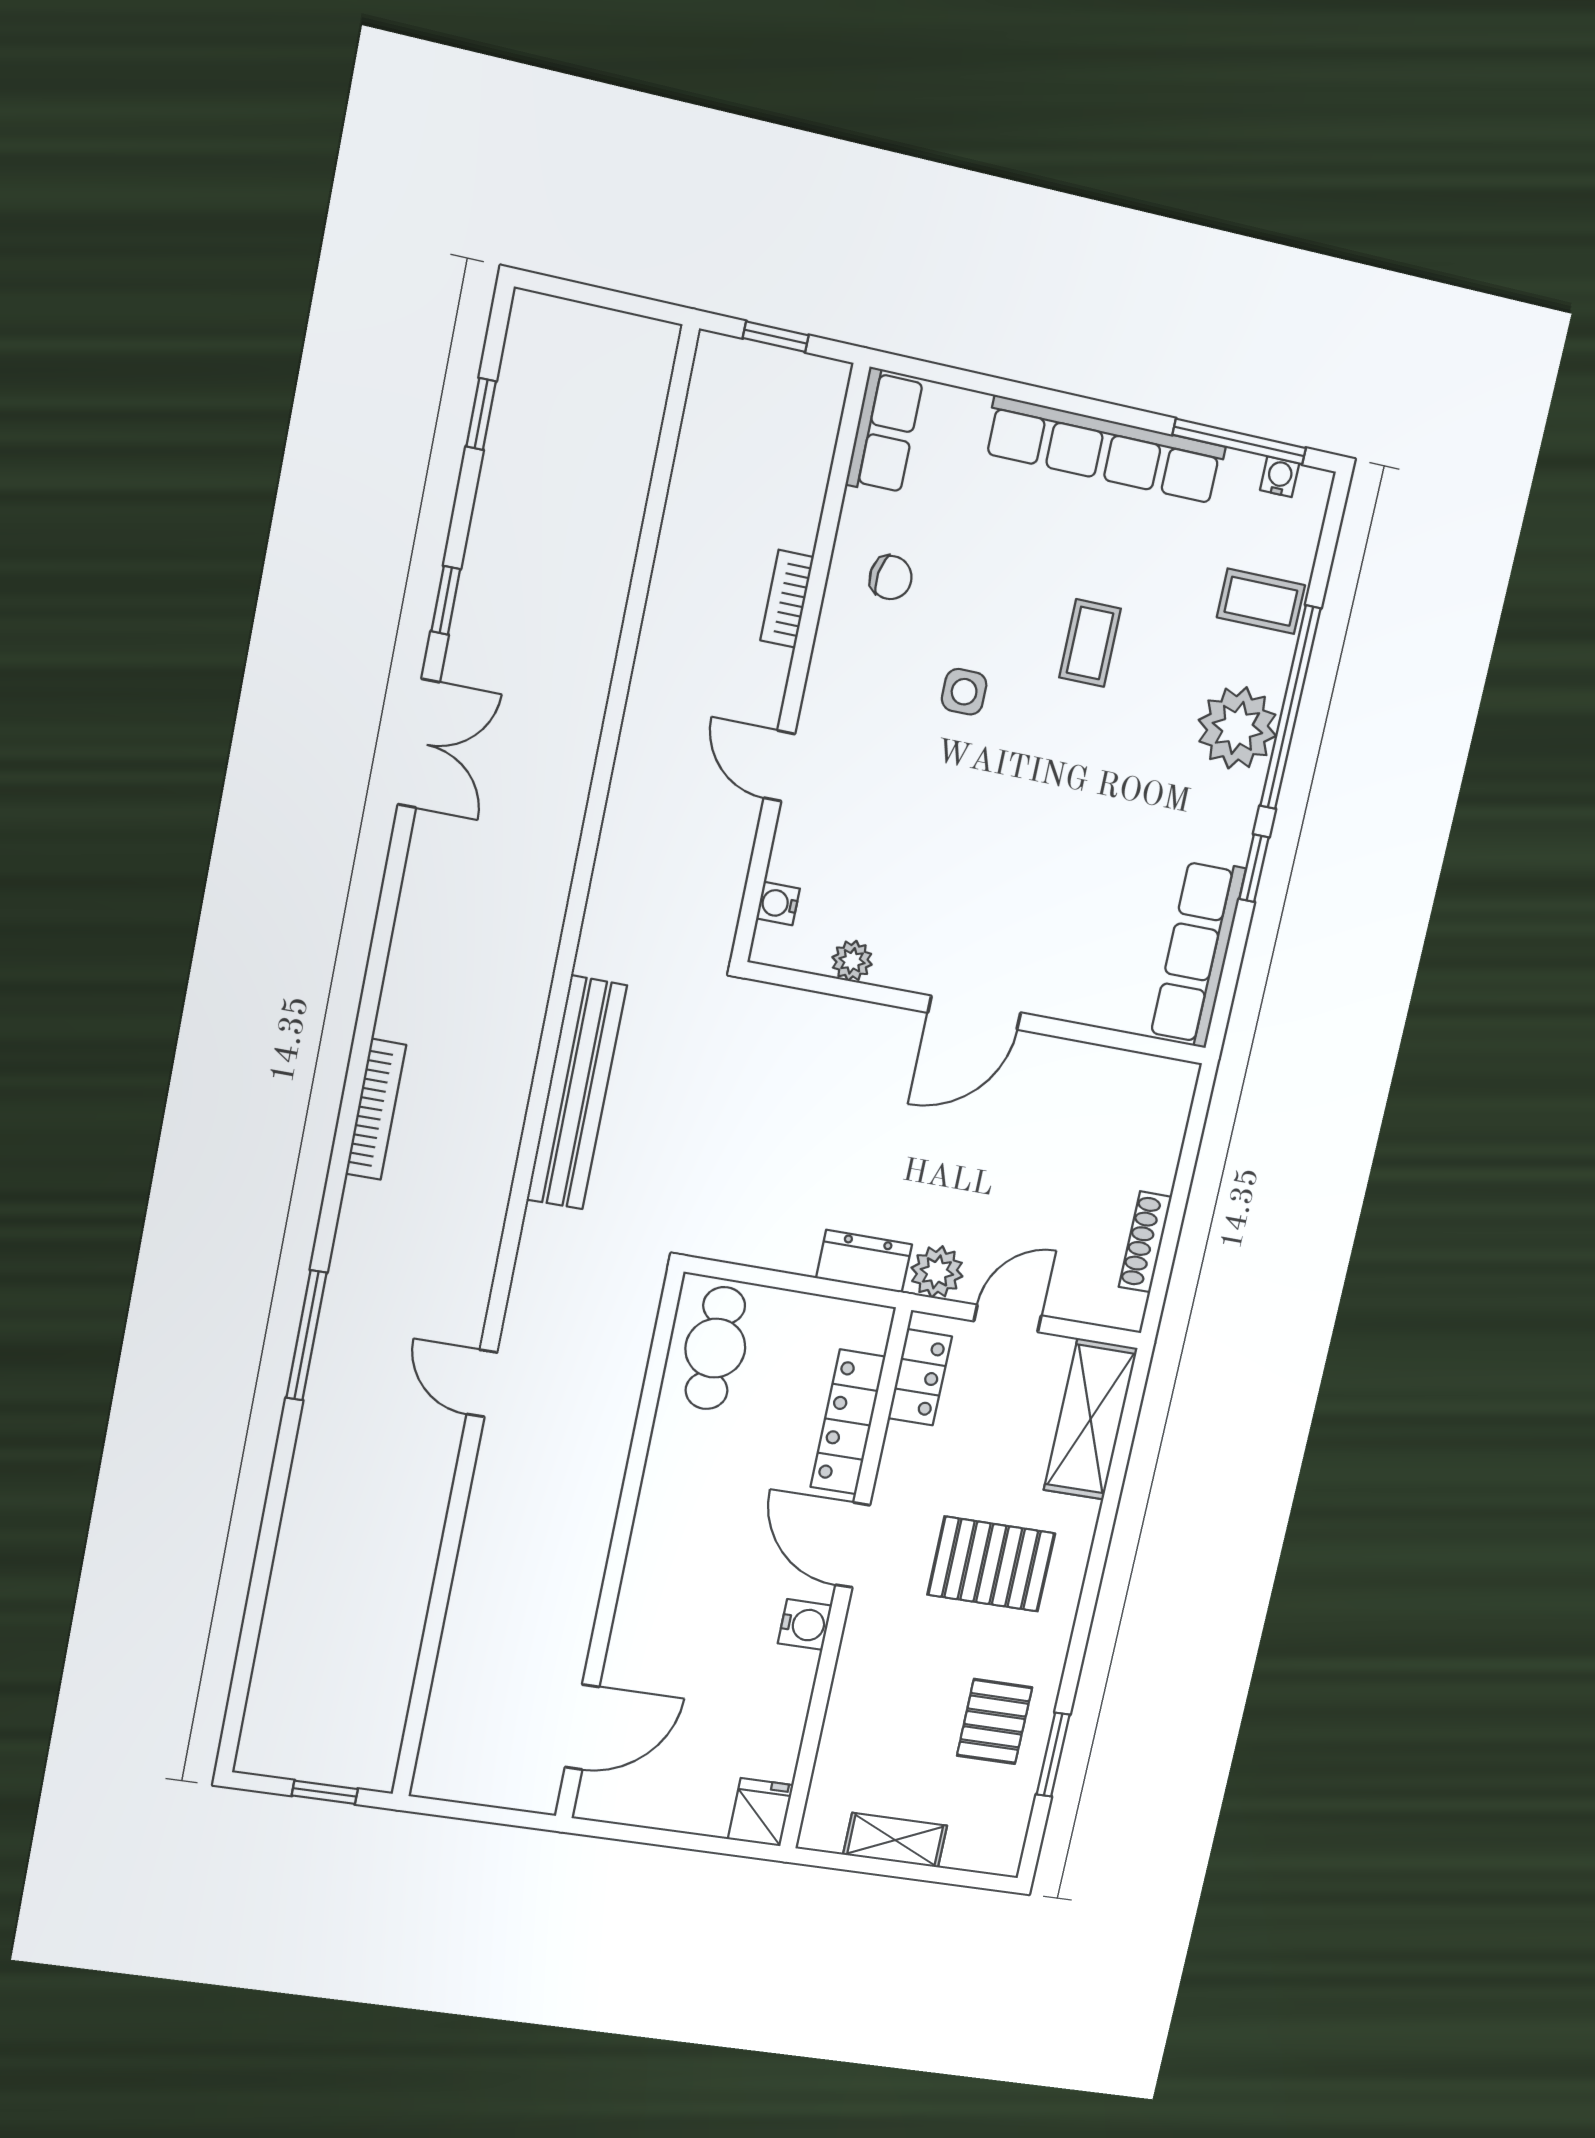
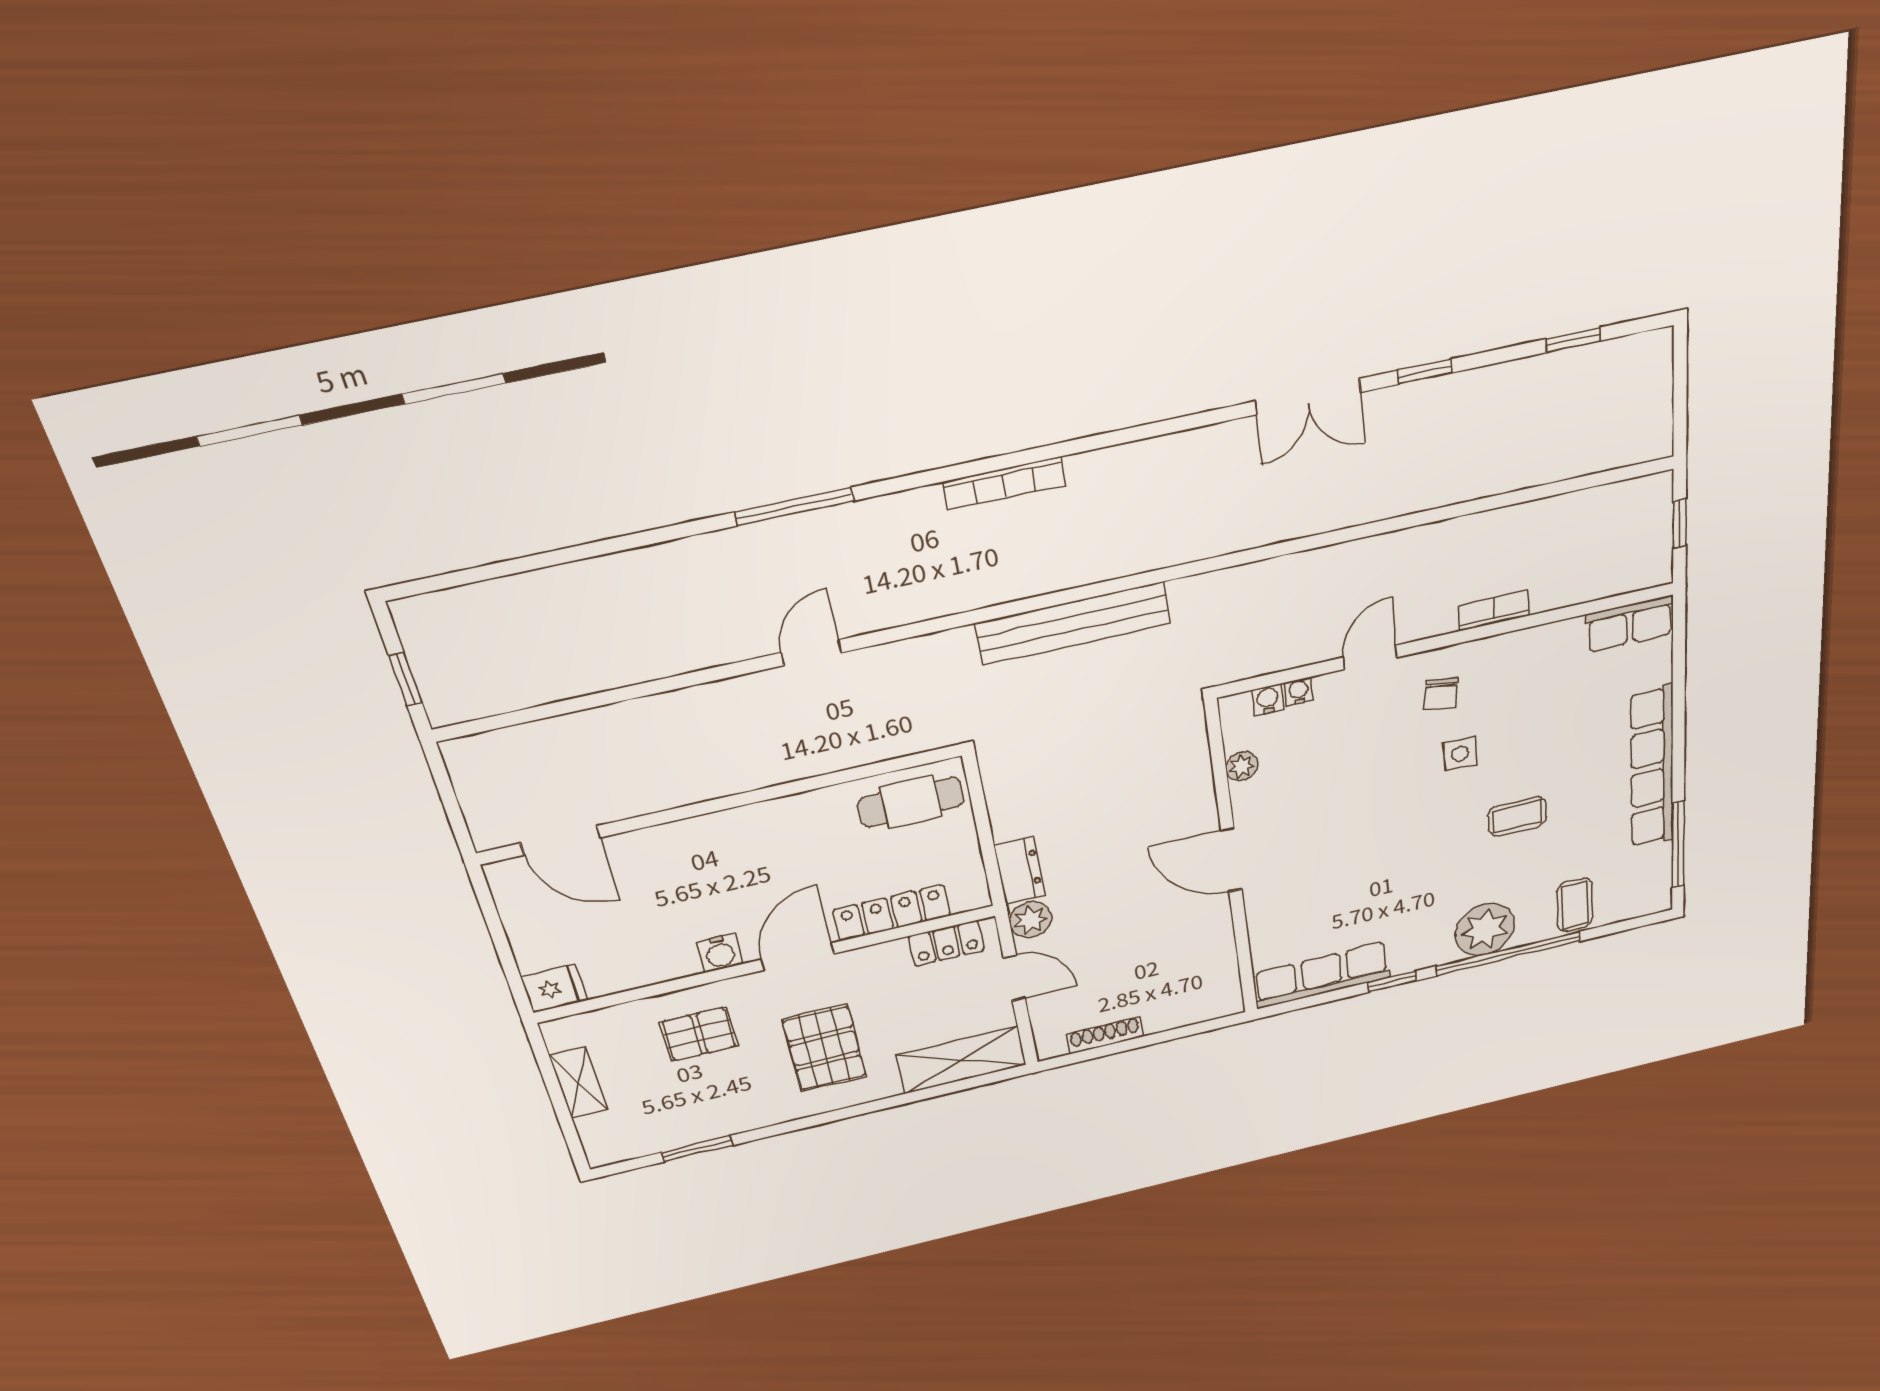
water cooler: (1280, 477) -> (1299, 692), moved, turned -90
chair: (891, 578) -> (1441, 694), moved
pallet: (995, 1721) -> (699, 1034), moved

